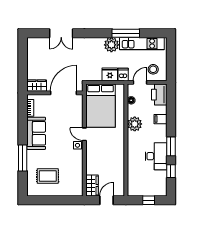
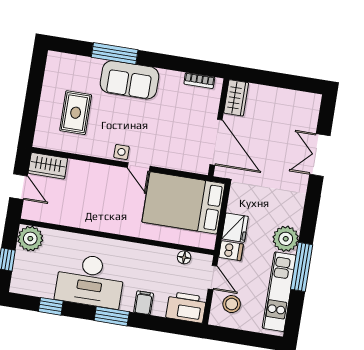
plant: (135, 124) -> (30, 239), moved
sofa: (36, 133) -> (129, 80), moved
door: (84, 134) -> (139, 167), swing flipped
window: (171, 146) -> (112, 316), moved
desk: (156, 156) -> (90, 281), width x1.36, depth x1.30
rug: (48, 176) -> (76, 113), moved

